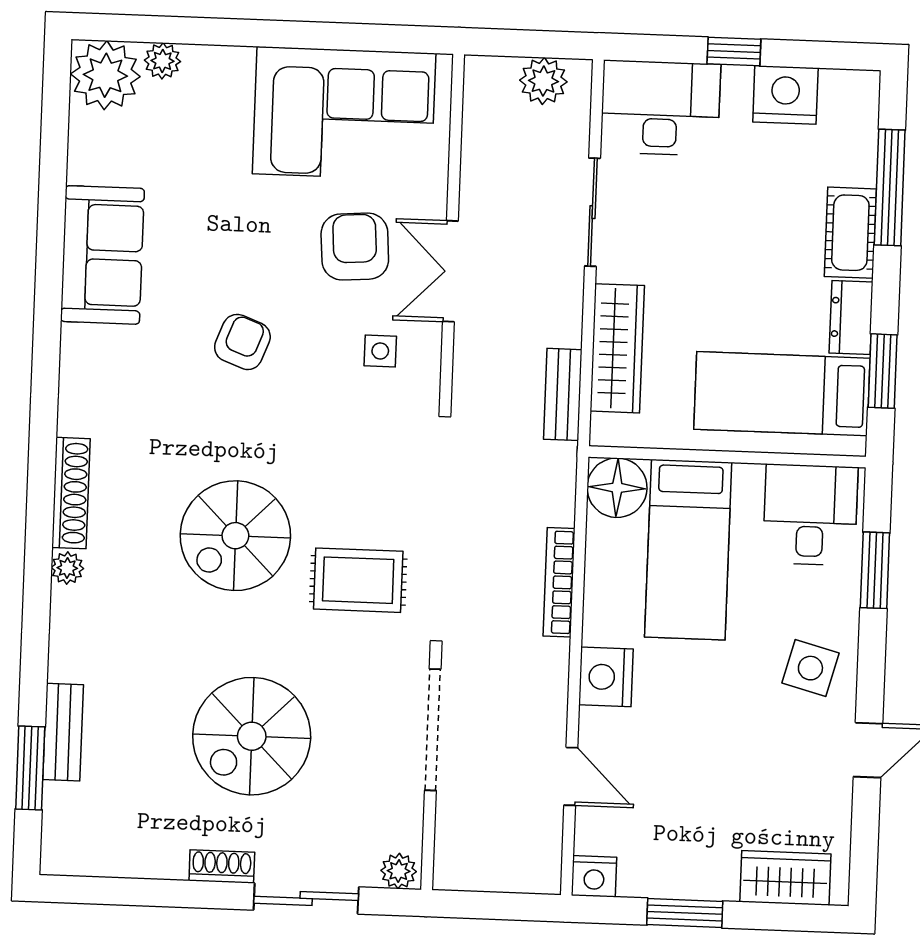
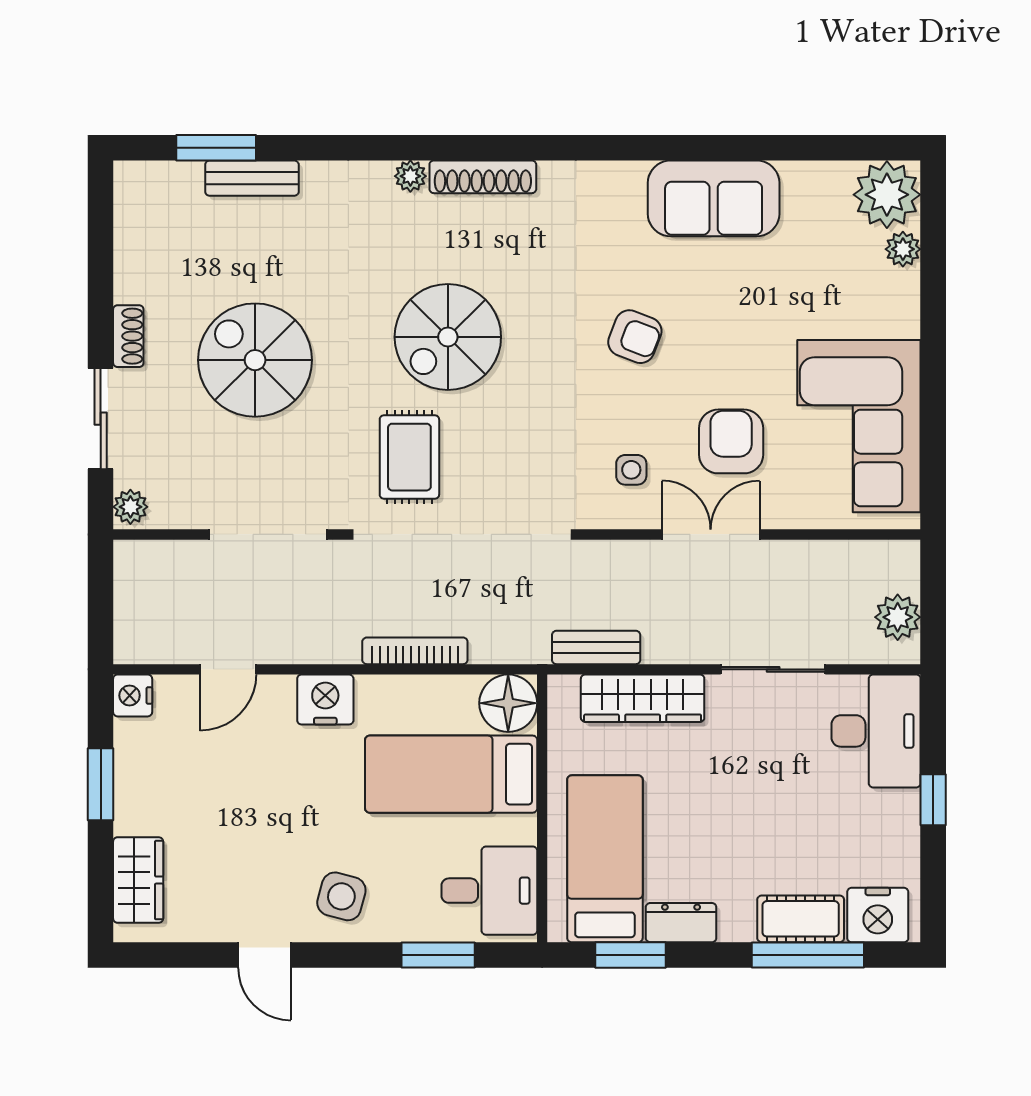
nightstand: (785, 95) -> (878, 915), moved, turned 90
cot: (850, 233) -> (801, 919), moved
armchair: (355, 247) -> (731, 441), turned -86
spiral stairs: (235, 536) -> (448, 337), turned -90

